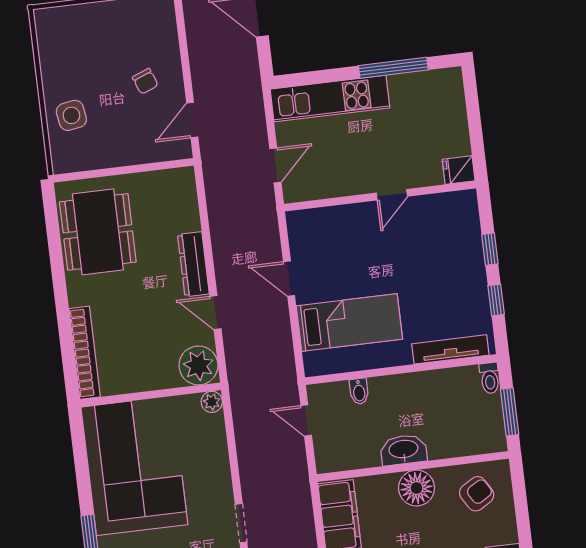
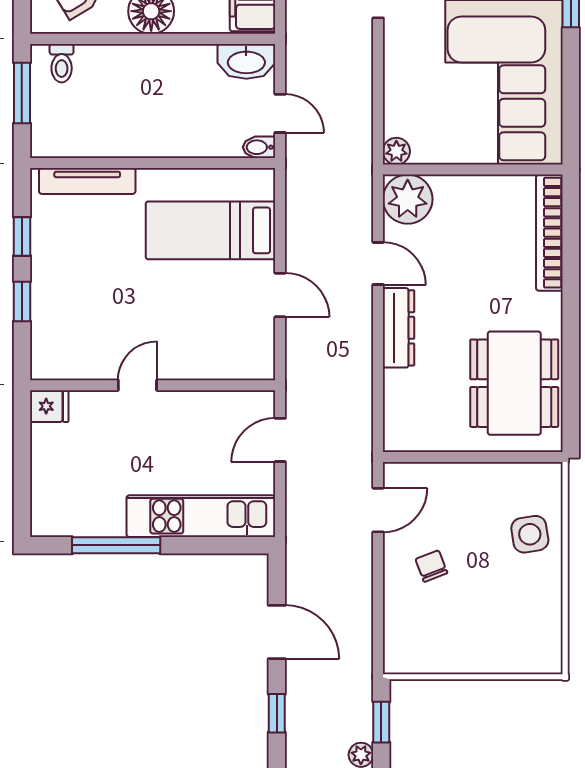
toilet: (490, 378) -> (62, 63), moved, turned 180
bidet: (359, 391) -> (259, 147), moved, turned -90
washbasin: (404, 450) -> (246, 61), moved

